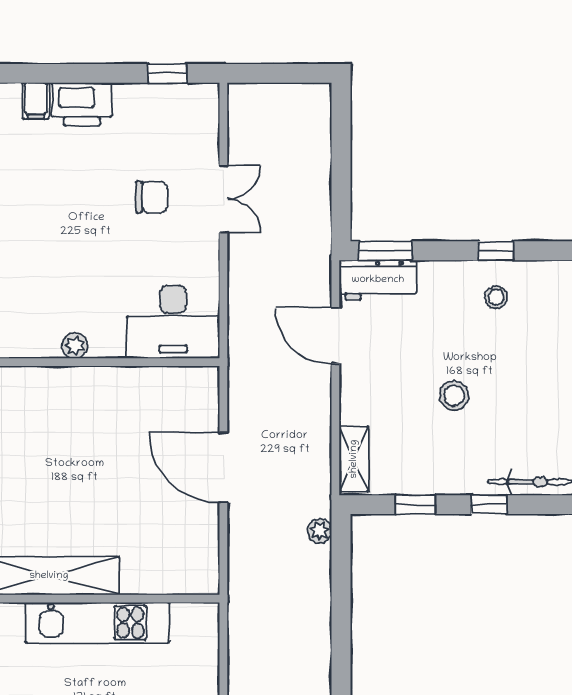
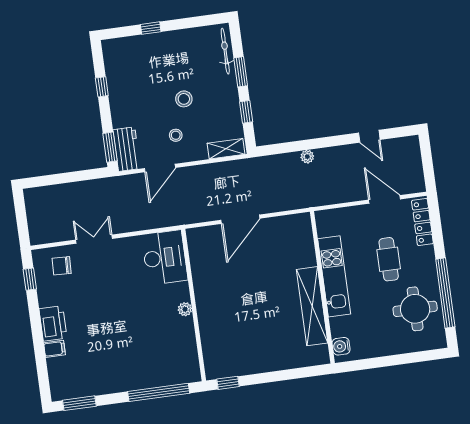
chair: (152, 197) -> (62, 266), moved, turned -88
stool: (496, 297) -> (176, 135), moved
window: (489, 505) -> (241, 72), width x1.50
plant: (320, 531) -> (307, 157), moved

